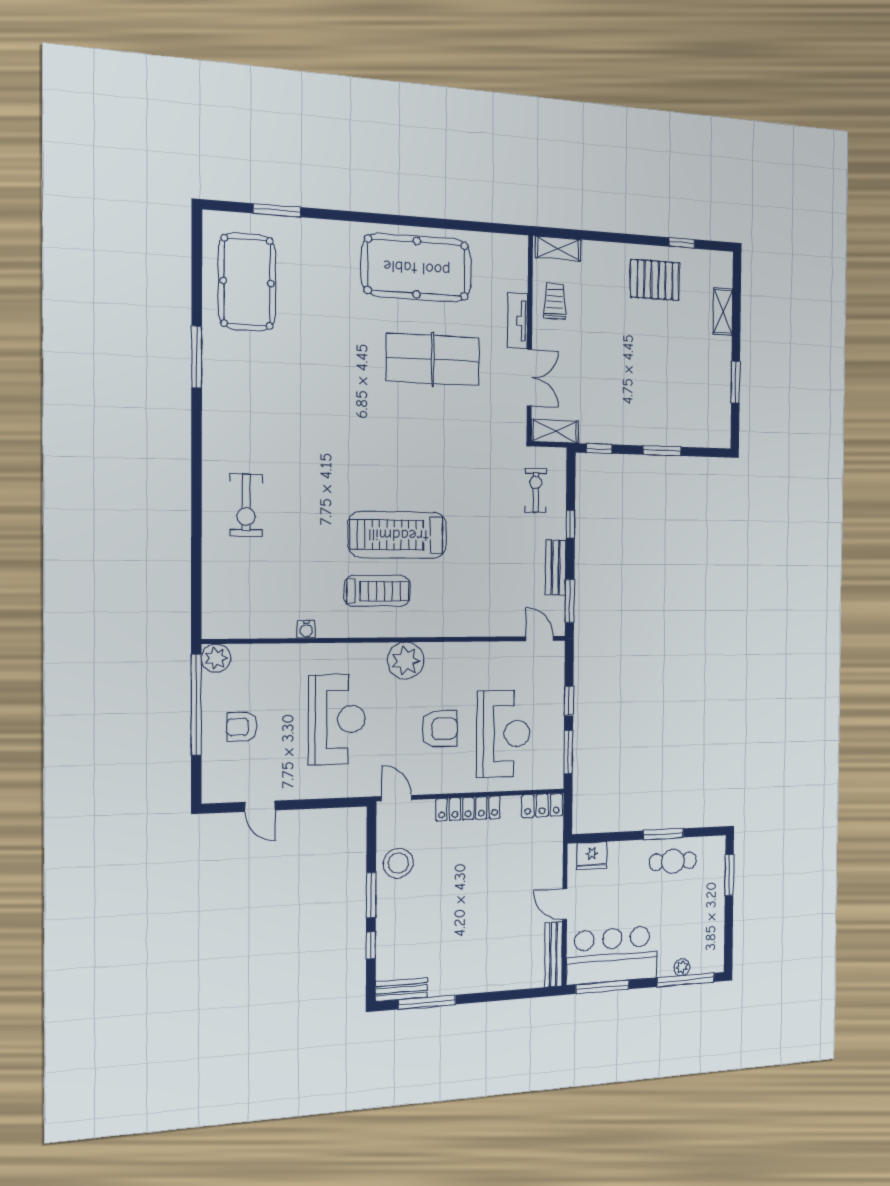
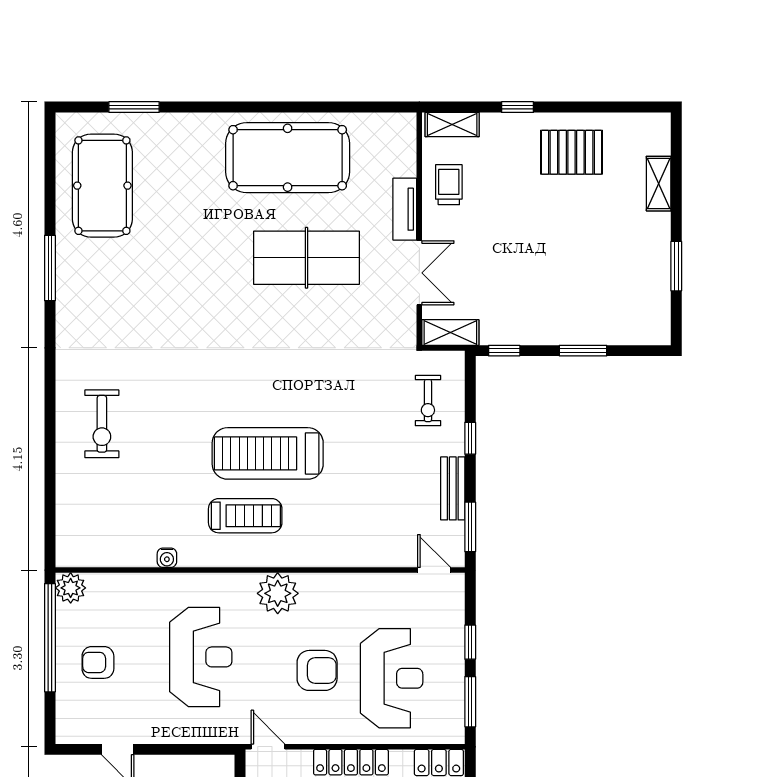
window: (682, 243) -> (518, 107), moved
exercise bike: (536, 490) -> (428, 401), turned 180

